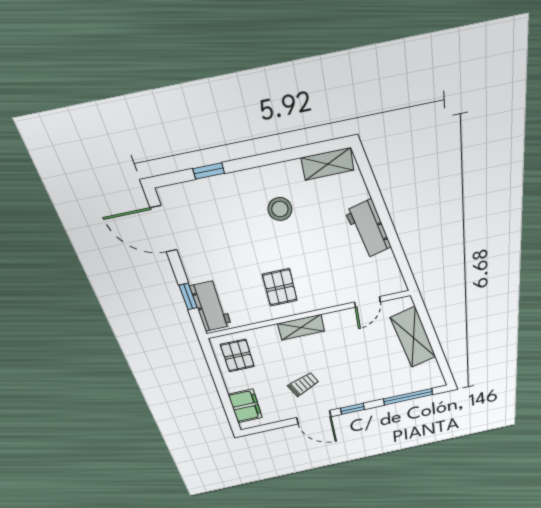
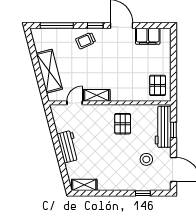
stool: (280, 209) -> (146, 159), moved
workbench: (211, 306) -> (163, 127), width x1.38
shelving: (301, 327) -> (97, 95), moved
trolley: (303, 384) -> (86, 41), moved
filing cabinet: (245, 406) -> (148, 36), moved, turned -90

